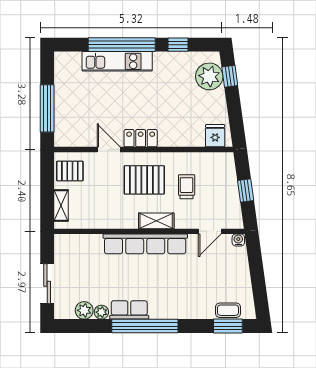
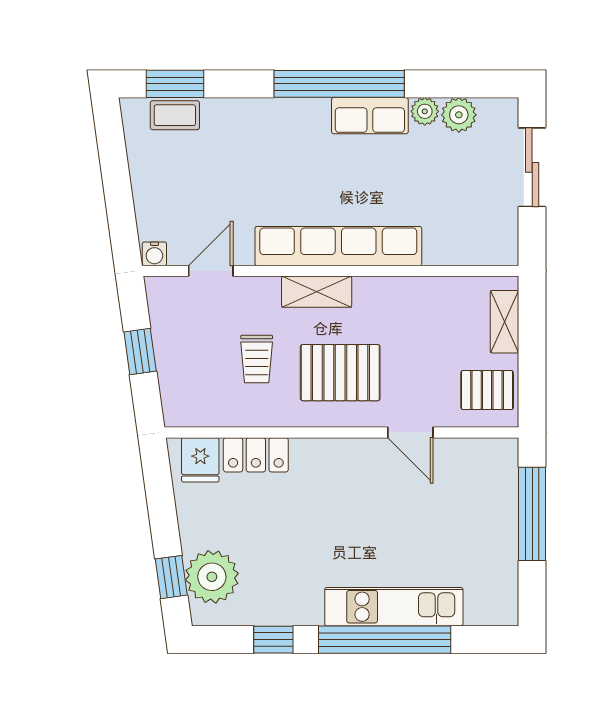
locker: (141, 138) -> (256, 455), moved

